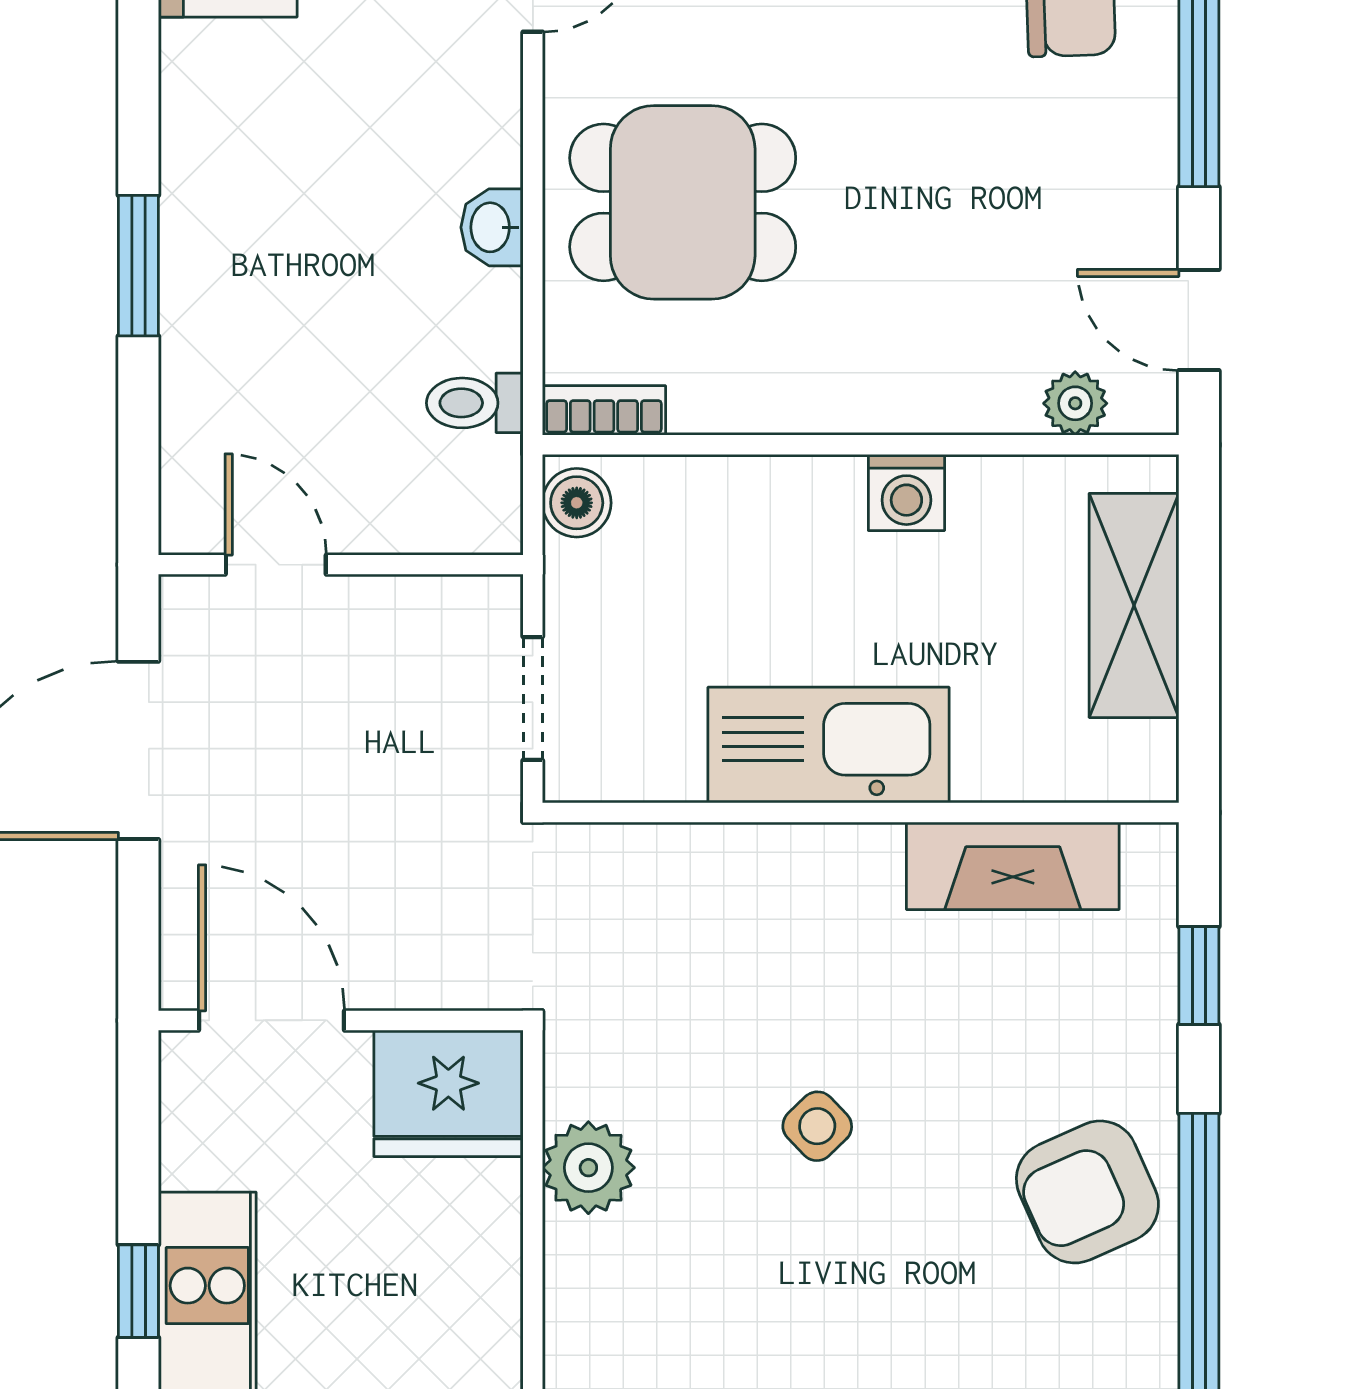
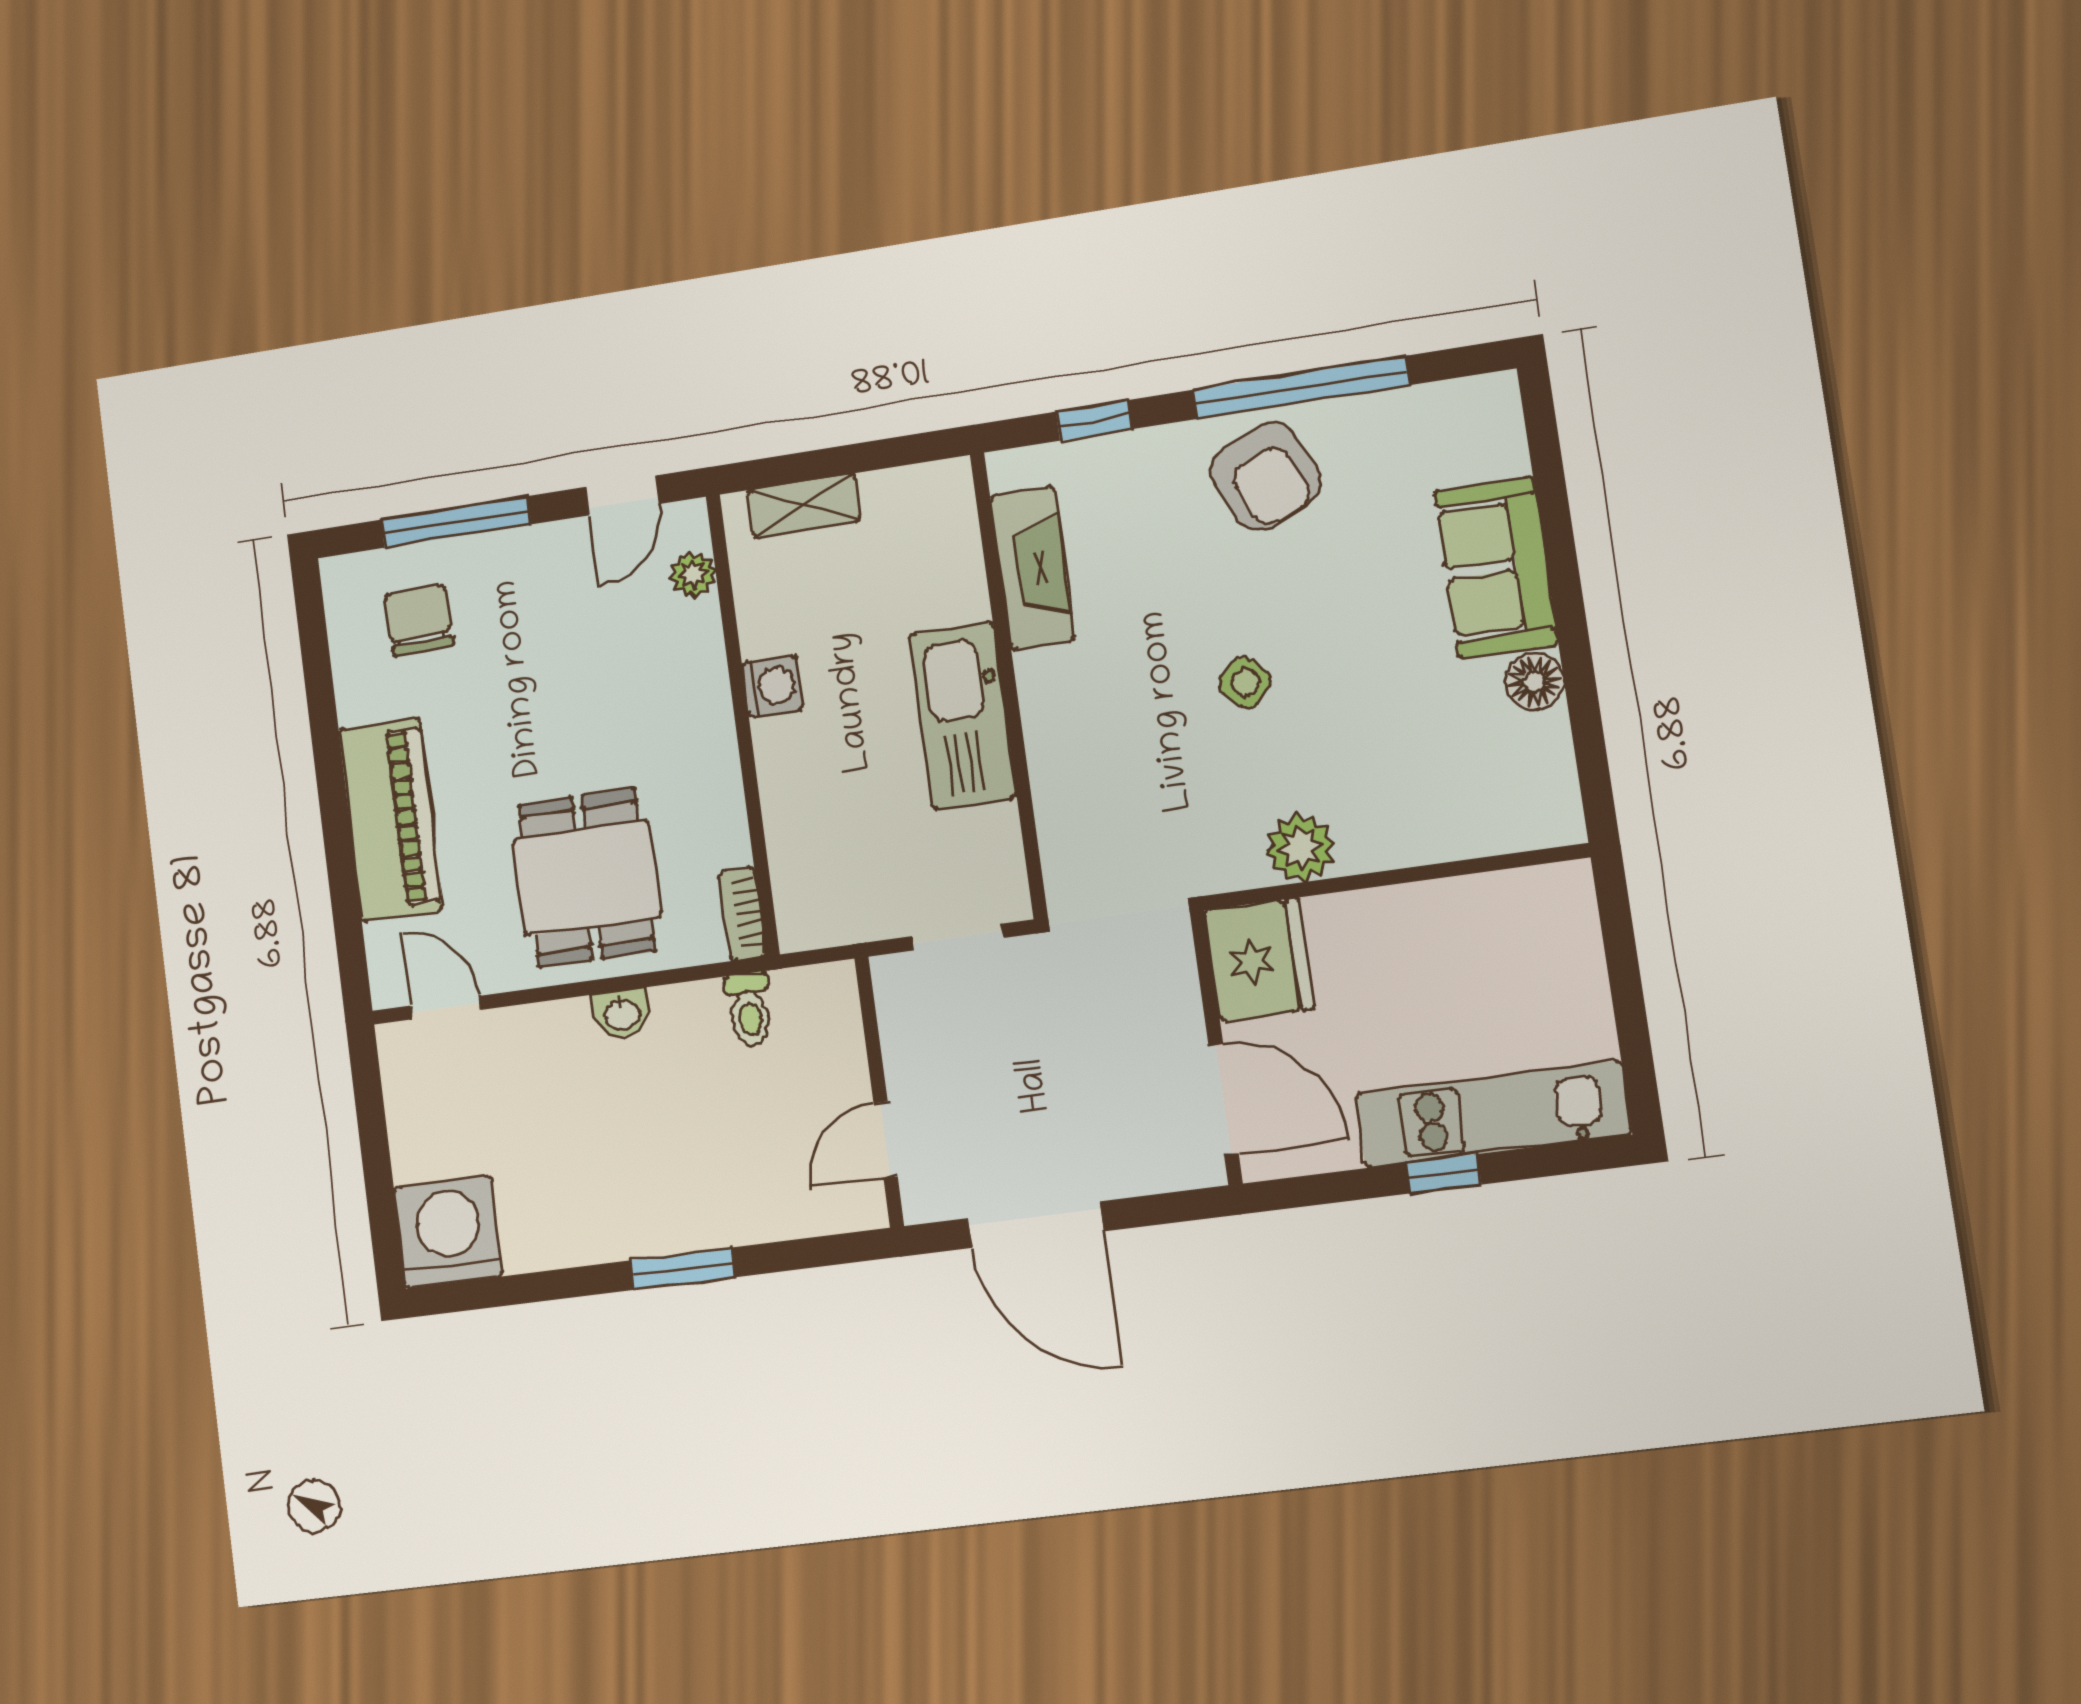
boiler: (577, 503) -> (811, 925), removed
shelving: (1134, 605) -> (804, 506), width x0.67, depth x0.75
door: (272, 1020) -> (1224, 1099), swing flipped

